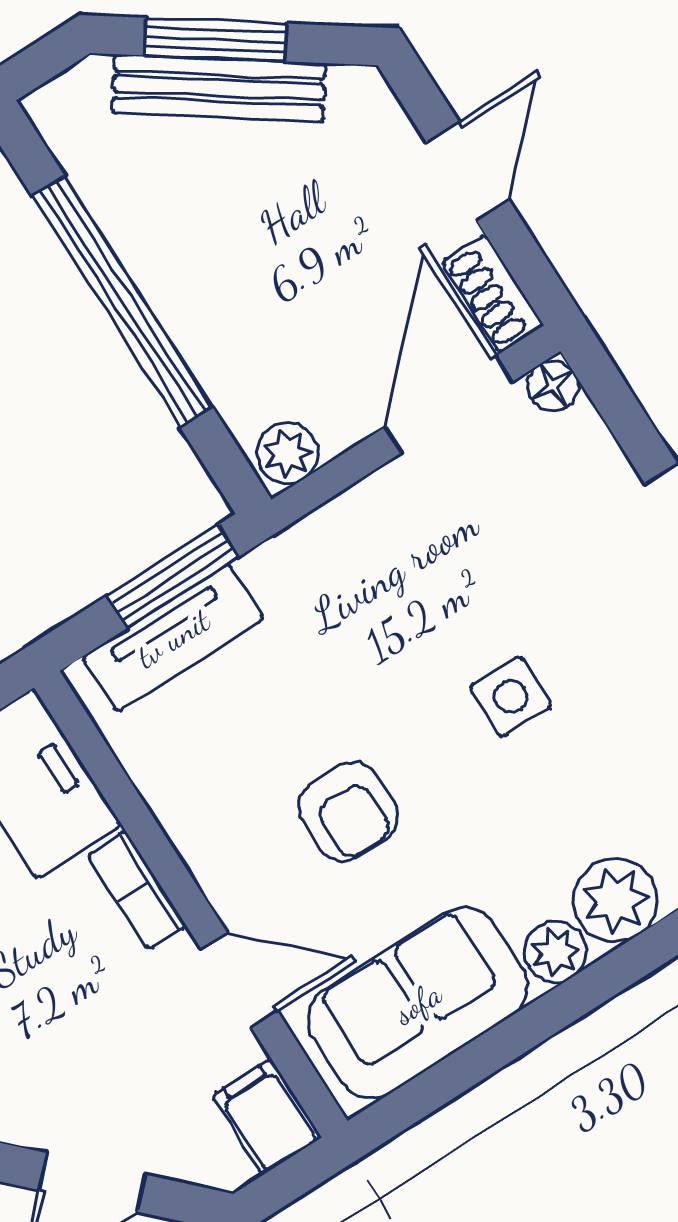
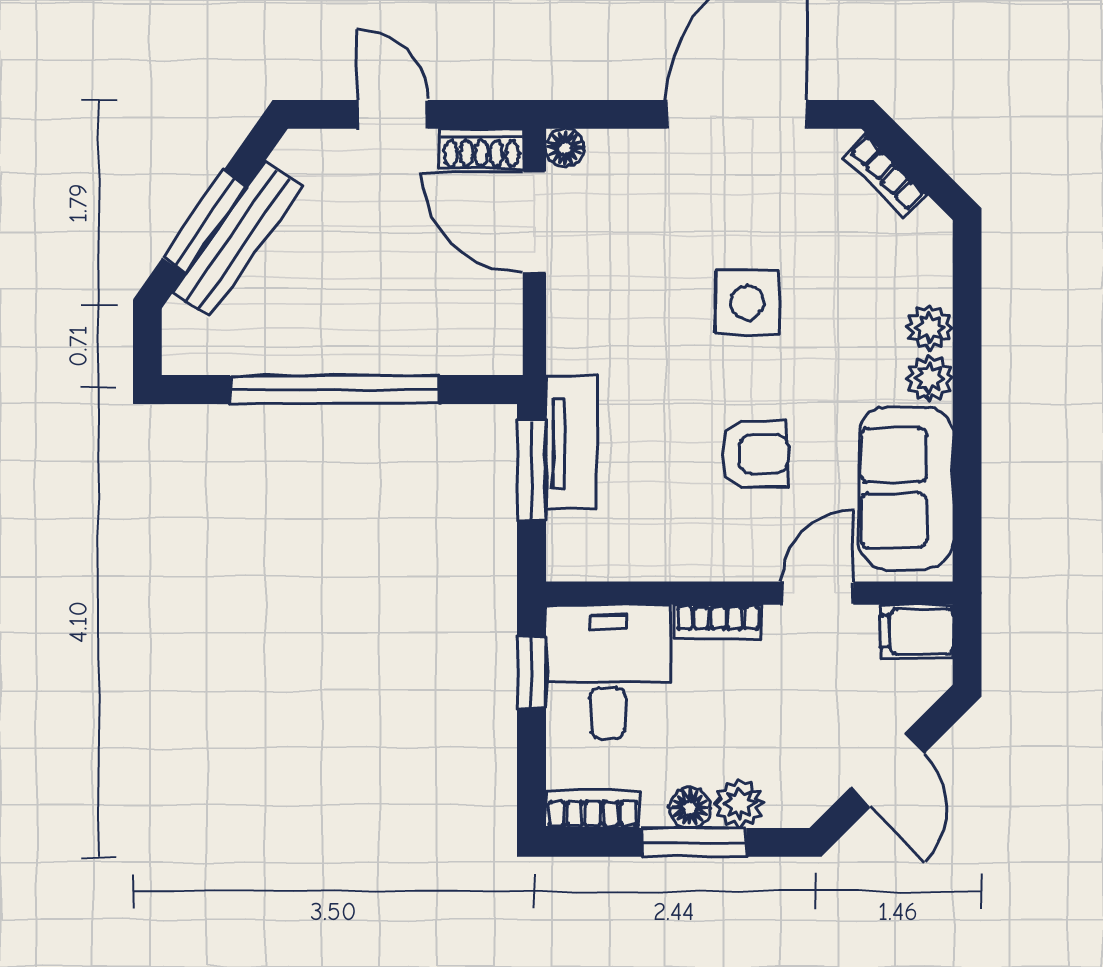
plant: (287, 453) -> (500, 346), removed
tv unit: (173, 638) -> (571, 443), moved
side table: (511, 697) -> (747, 302), width x1.37, depth x1.37
plant: (615, 900) -> (930, 328), width x0.73, depth x0.73

